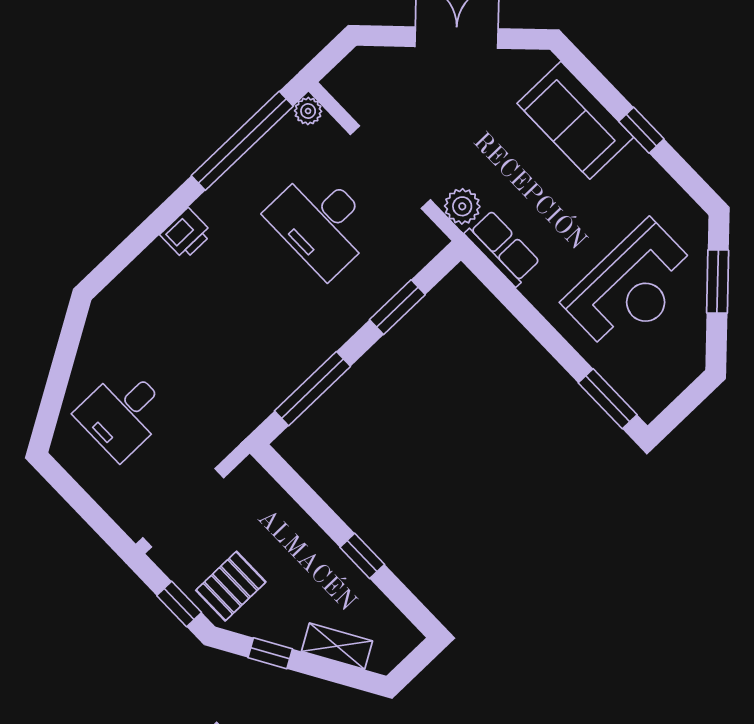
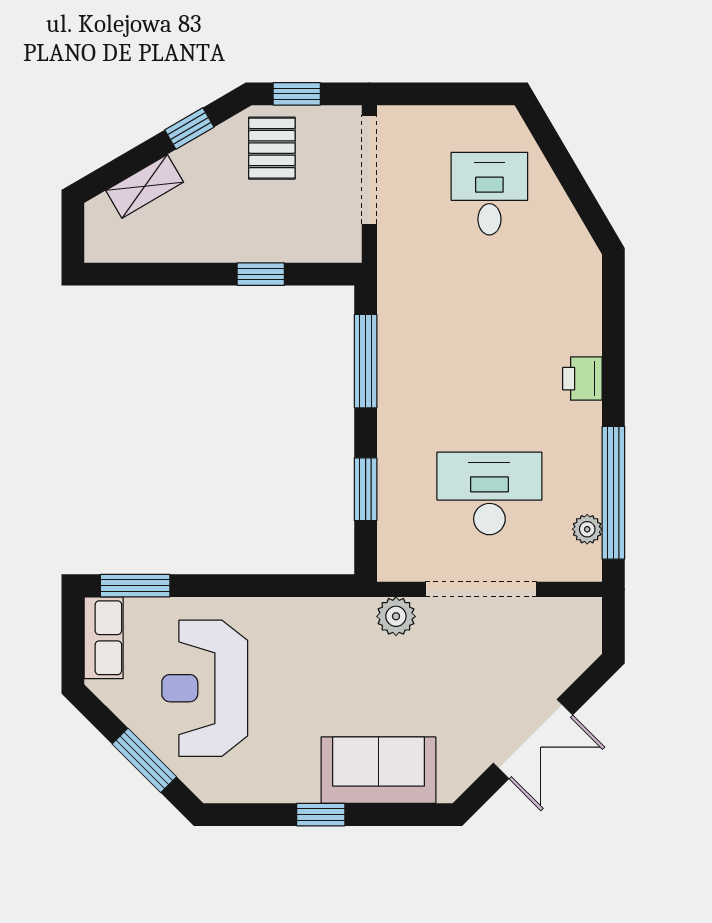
plant: (308, 111) -> (587, 529), moved
row of seats: (503, 248) -> (104, 638), moved, turned -90
window: (362, 556) -> (261, 274), moved

